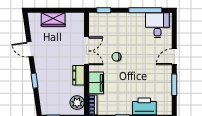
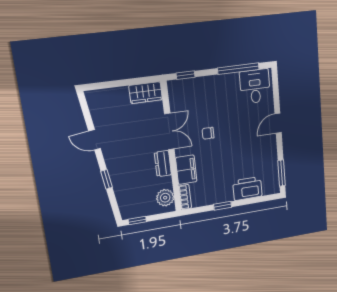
wardrobe: (53, 19) -> (146, 93), moved
window: (174, 85) -> (282, 173), moved

